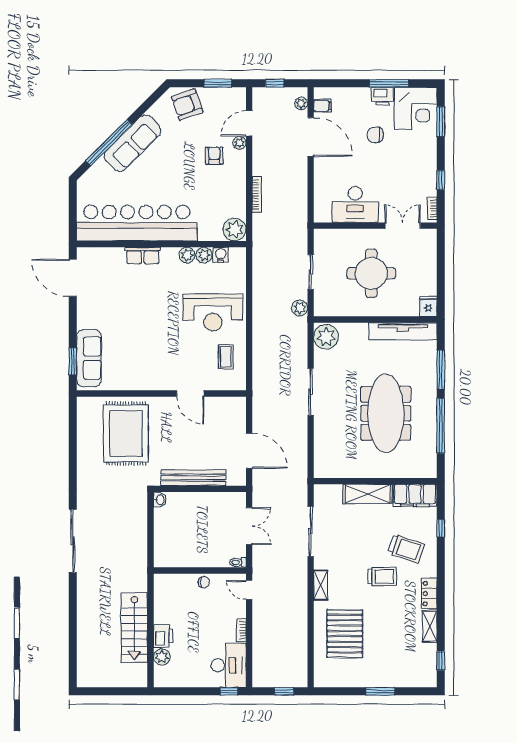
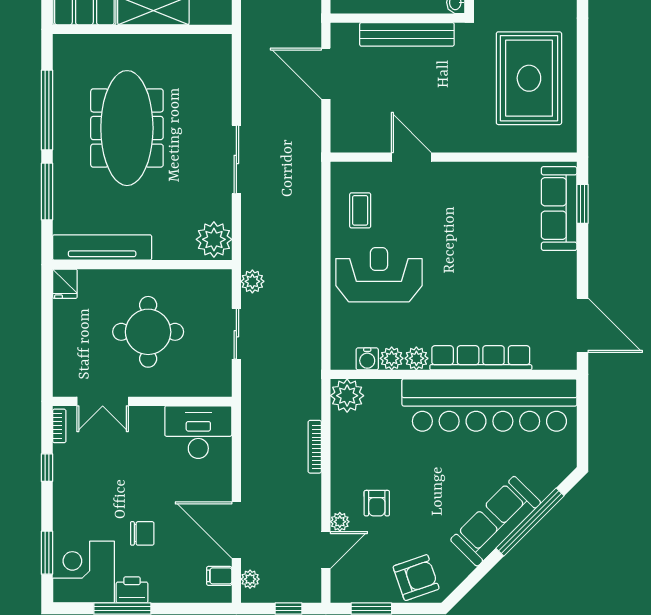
desk: (355, 204) -> (198, 432), moved
row of seats: (143, 255) -> (481, 358), width x2.02
rug: (126, 433) -> (529, 78), moved

